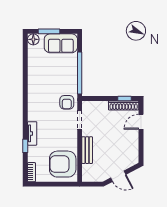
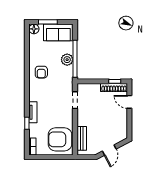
plant: (71, 74) -> (67, 60), added
armchair: (67, 102) -> (41, 72), moved
door: (141, 122) -> (129, 102), hinge flipped
bench: (87, 150) -> (82, 138), moved
door: (118, 176) -> (109, 150), hinge flipped

